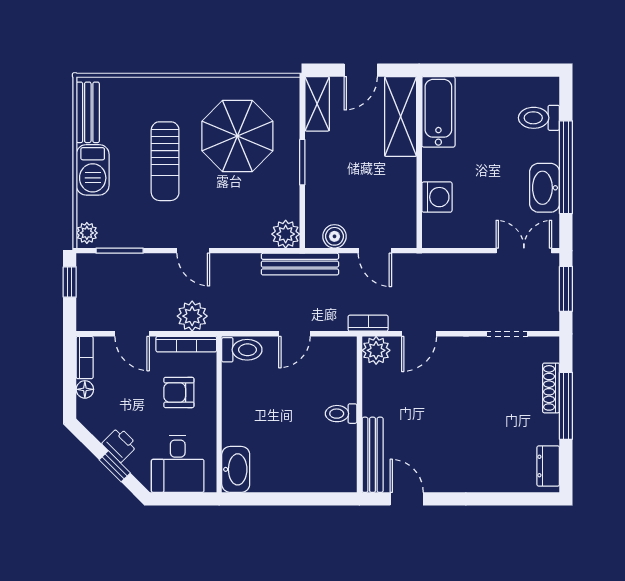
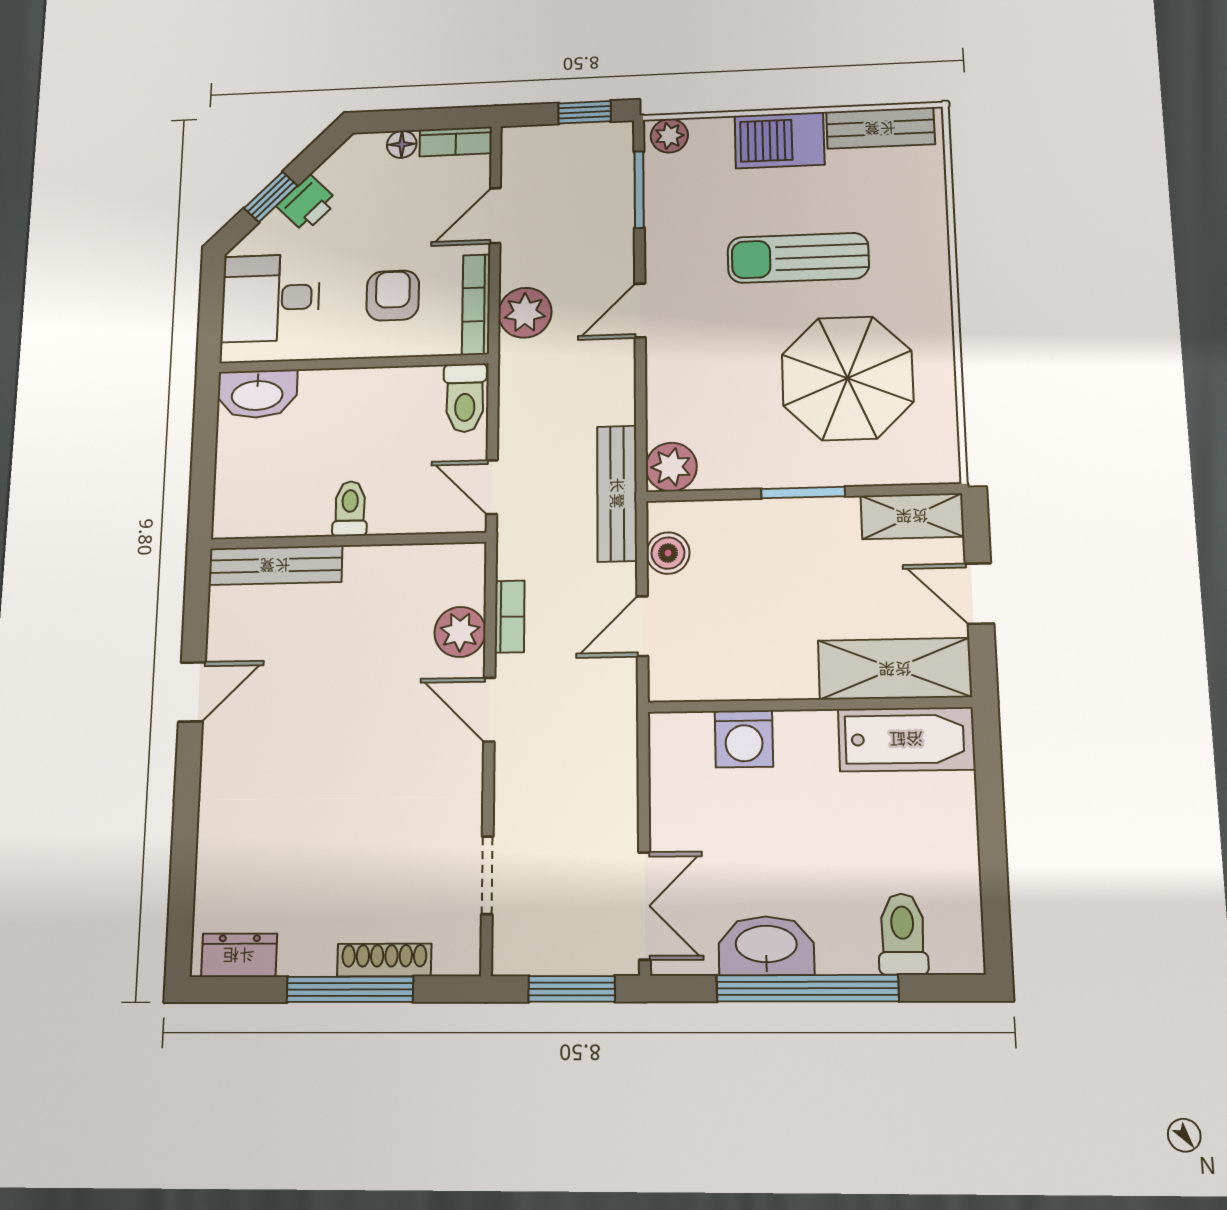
toilet: (341, 414) -> (350, 509), moved
wall: (359, 414) -> (348, 541), moved
bench: (373, 455) -> (275, 565), moved

